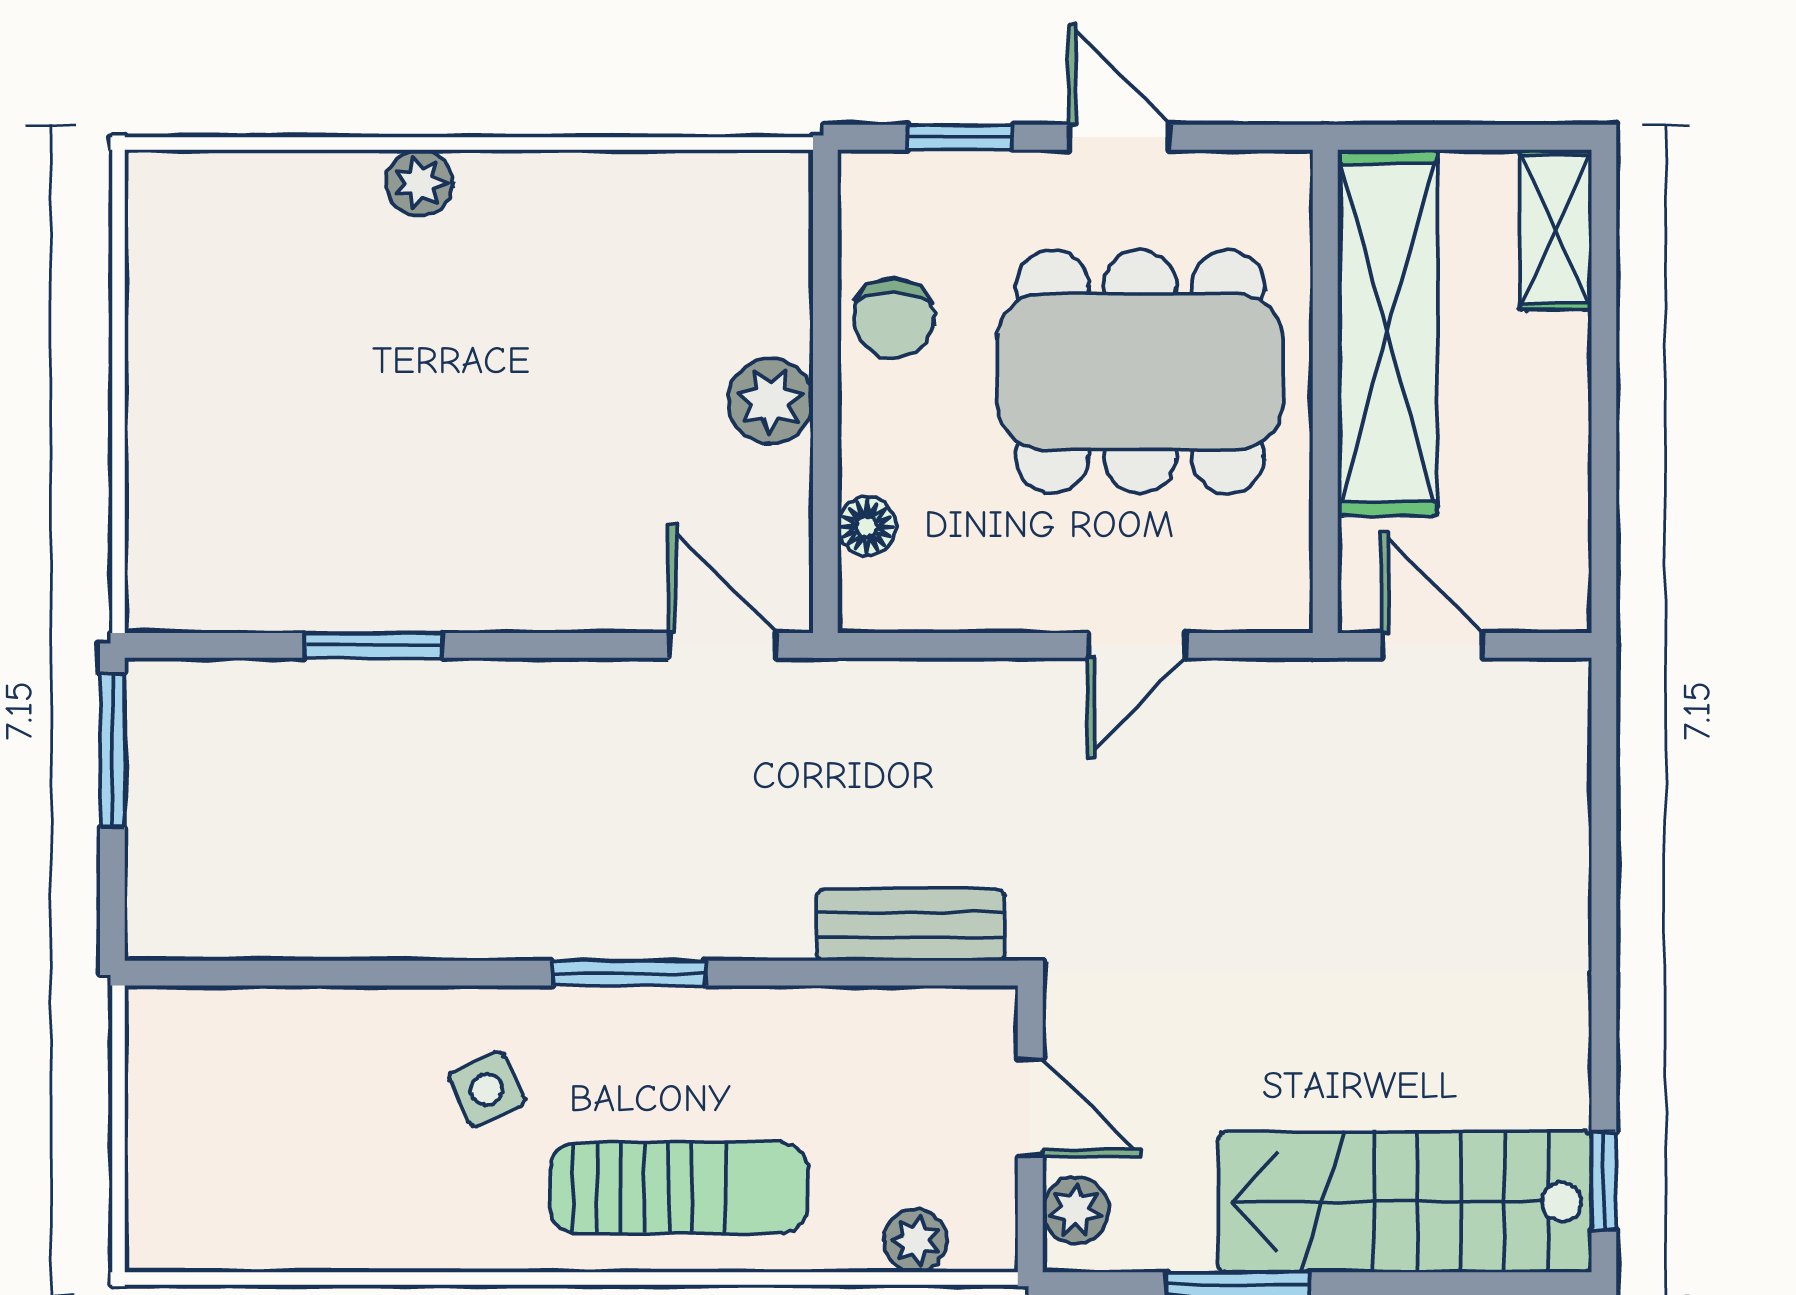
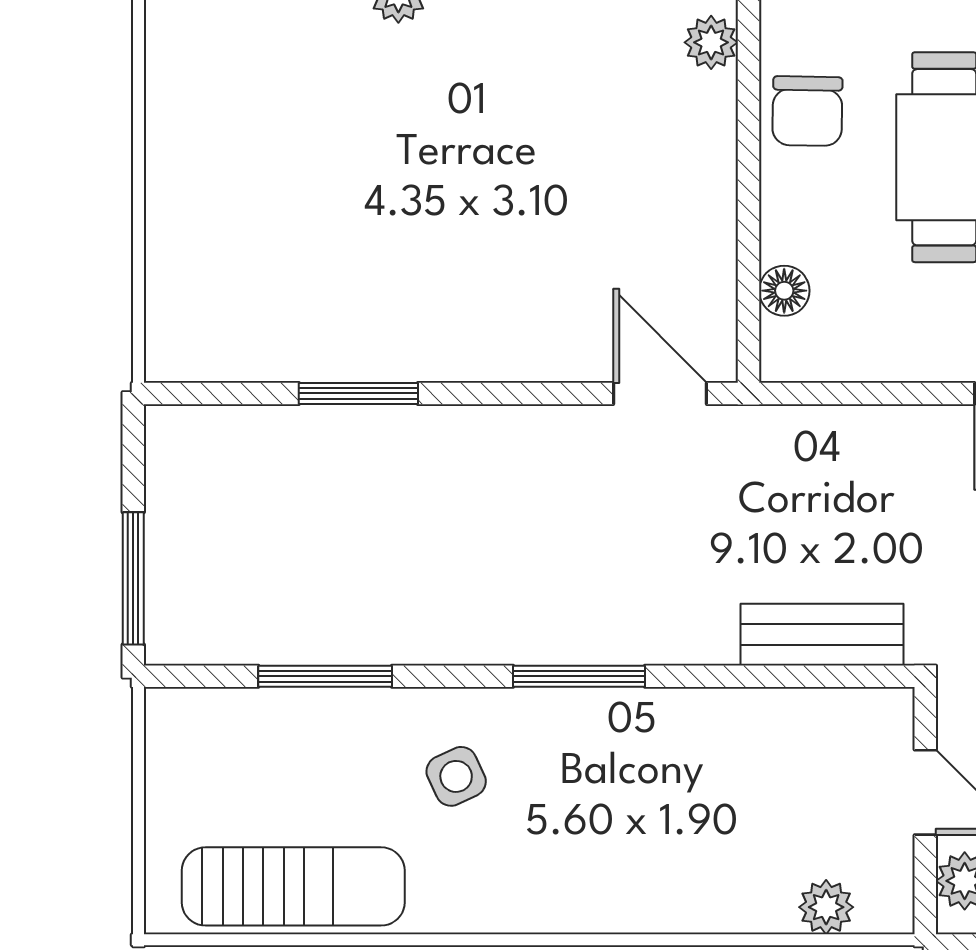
plant: (770, 401) -> (711, 42), moved, width x0.73, depth x0.73
window: (112, 751) -> (133, 578), moved
window: (335, 973) -> (325, 676), added
sun lounger: (679, 1188) -> (293, 886), moved

